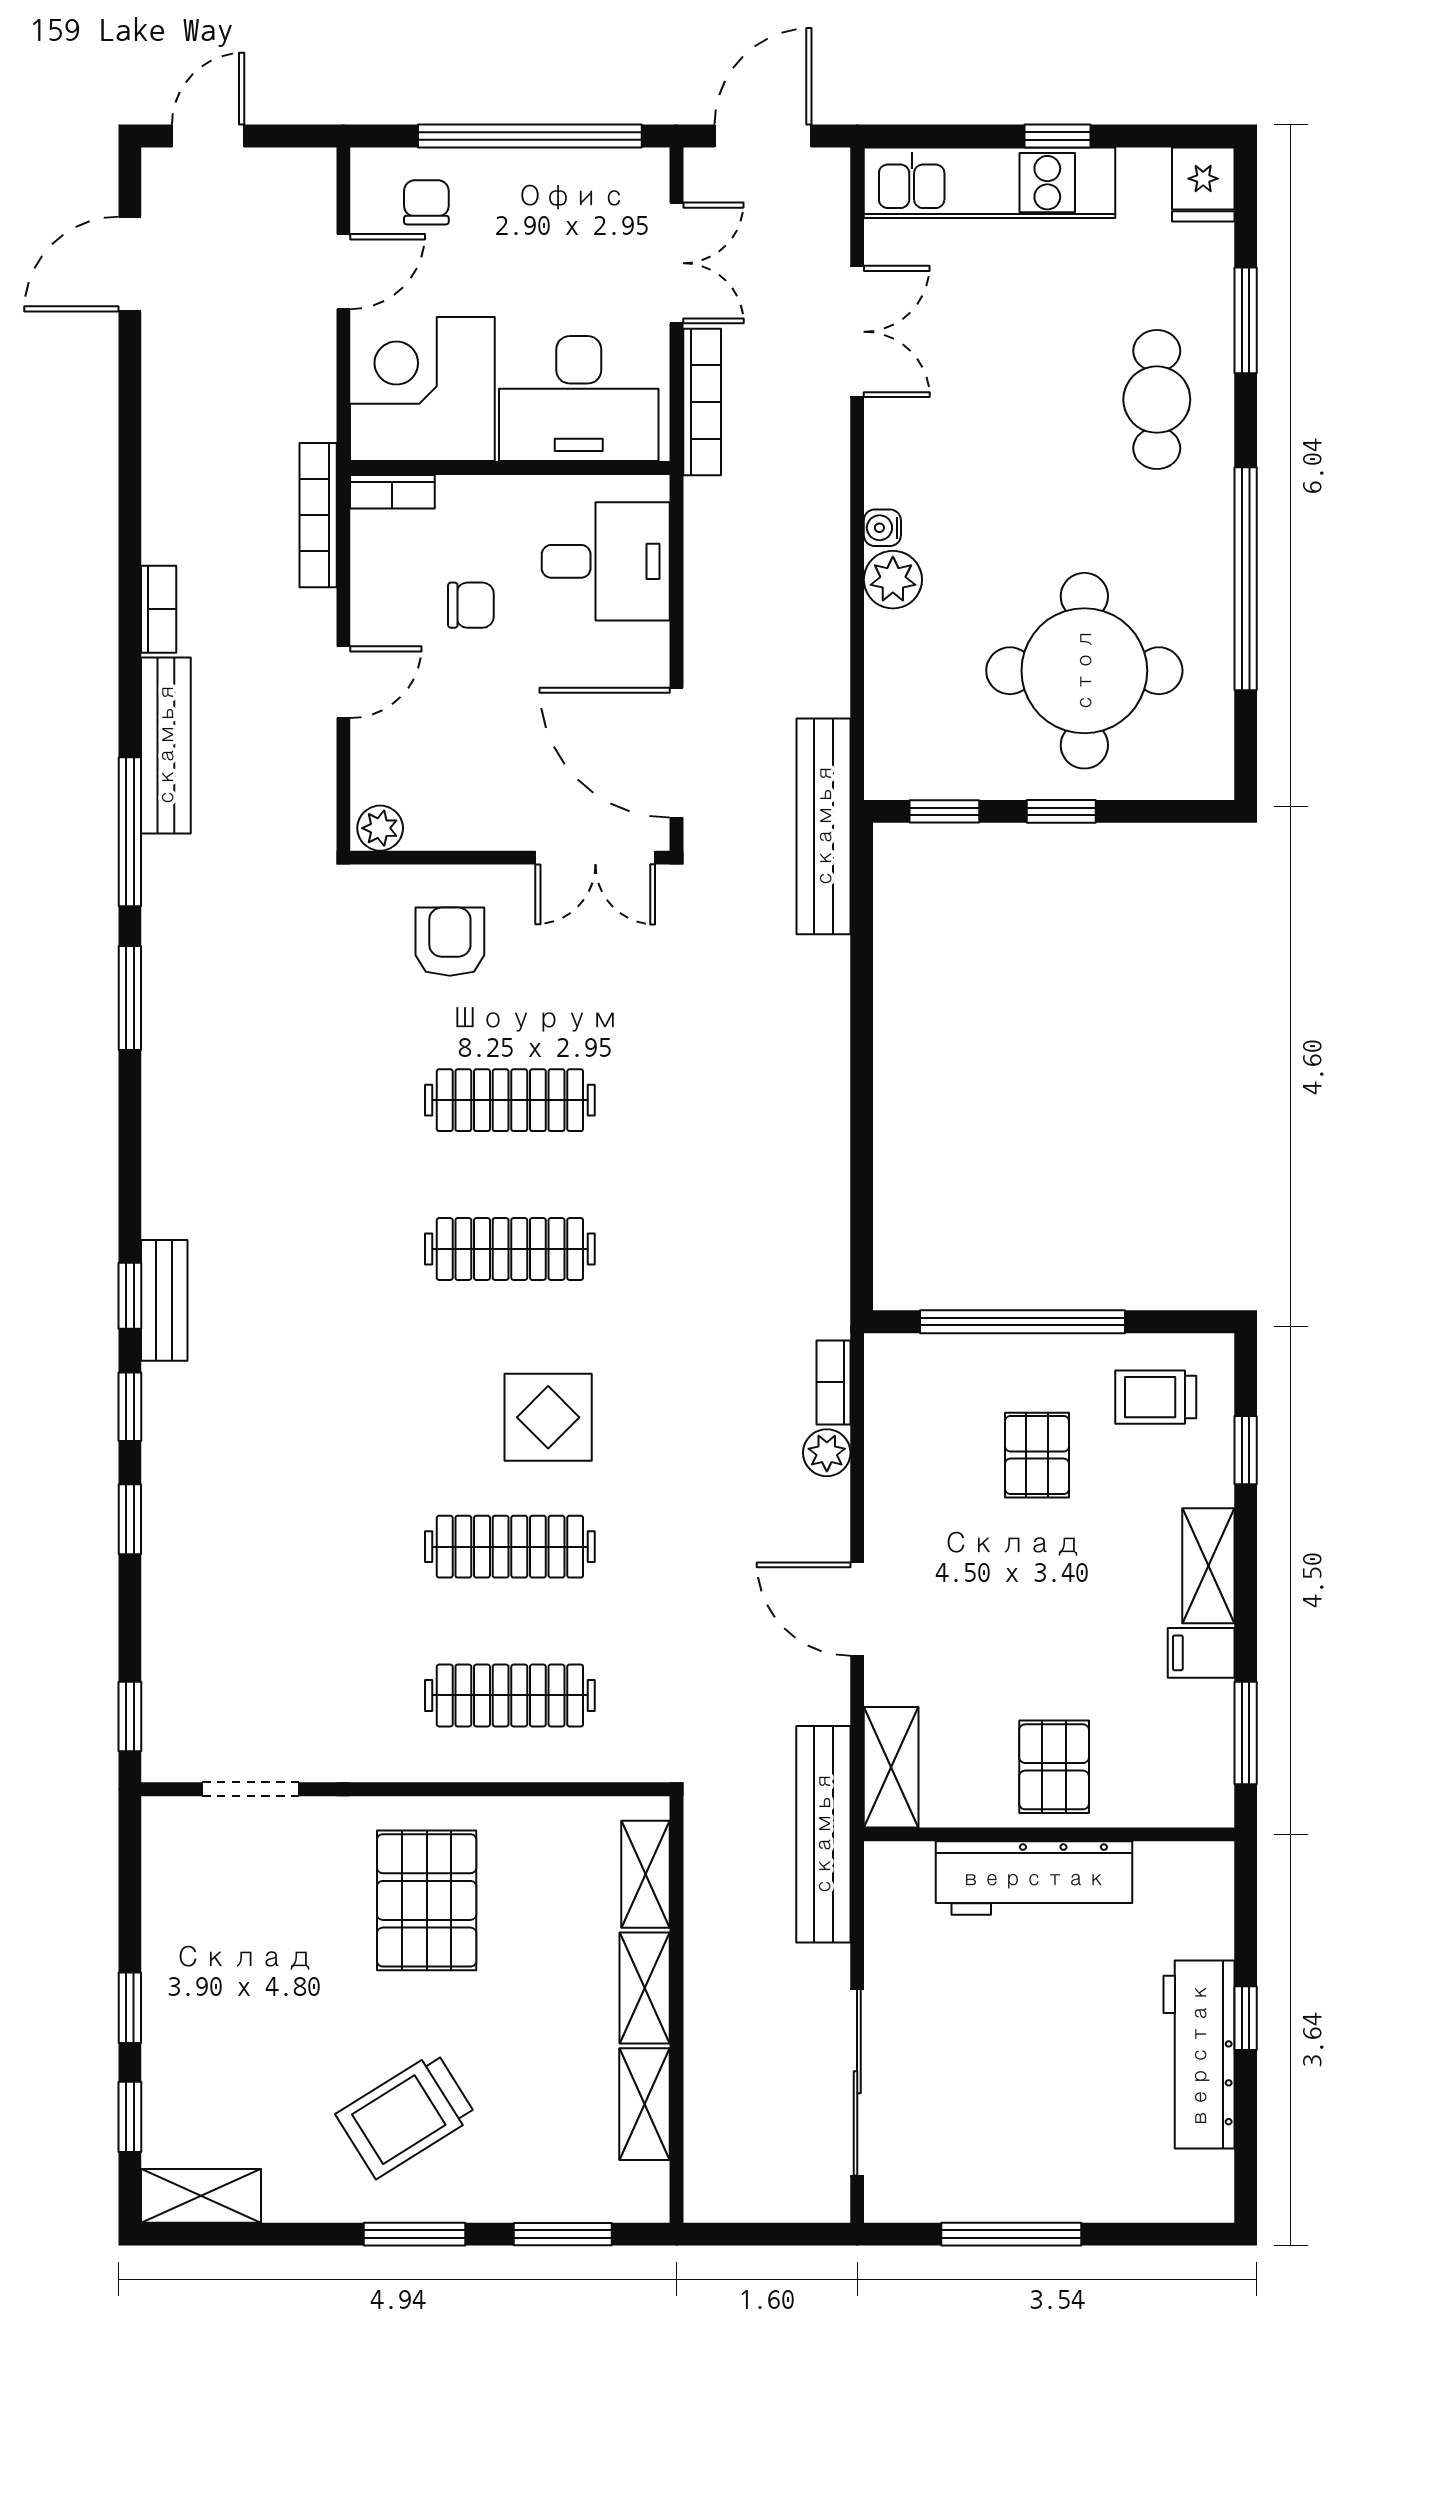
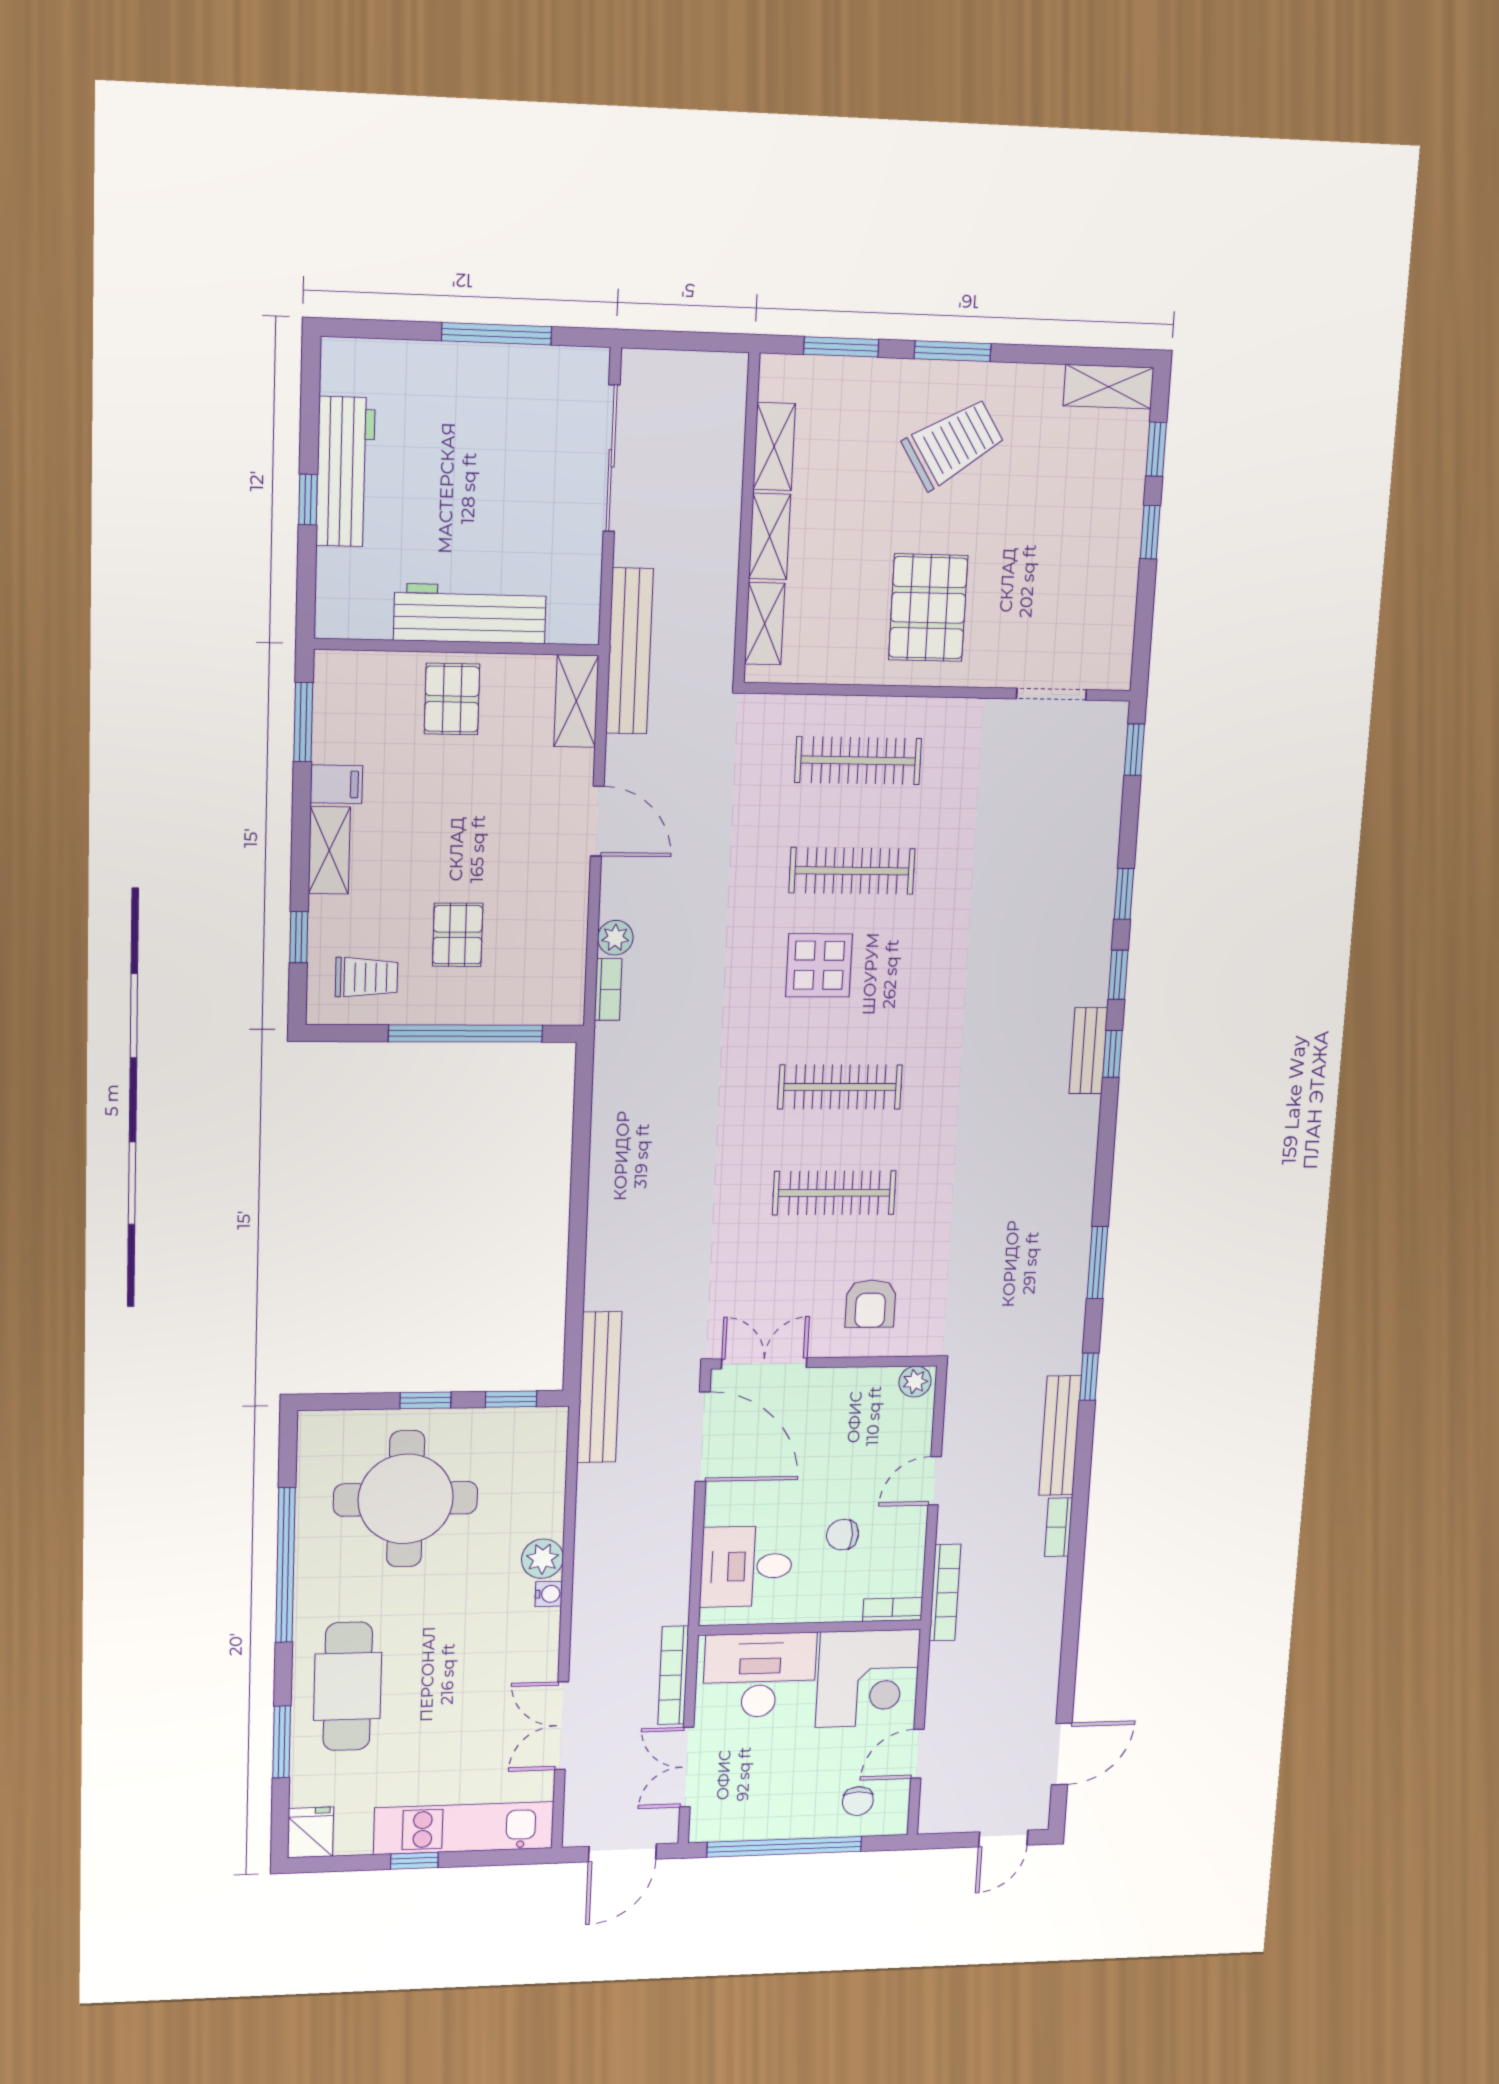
cafe table: (1157, 400) -> (348, 1686), width x1.37, depth x1.35
window: (130, 832) -> (1089, 1377), width x0.46

